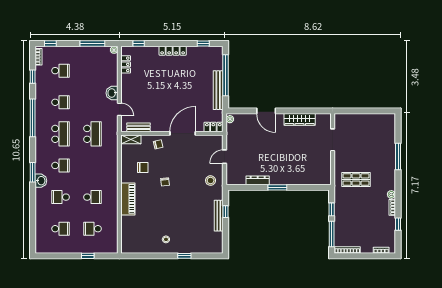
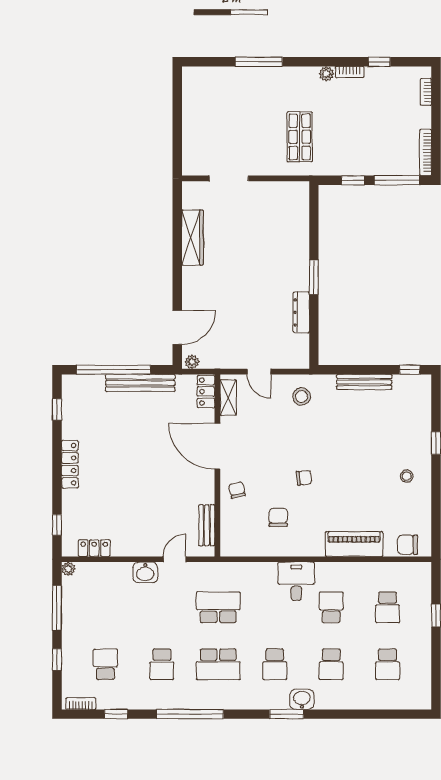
window: (50, 44) -> (57, 660), moved
school desk: (61, 102) -> (162, 664), turned 180
door: (266, 111) -> (177, 327), moved
school desk: (61, 134) -> (218, 664), turned 180
shelving: (131, 139) -> (228, 397), moved
school desk: (61, 165) -> (275, 664), turned 180
desk: (107, 178) -> (296, 581), added
piano: (128, 199) -> (354, 544), moved
window: (226, 212) -> (410, 370), moved
school desk: (61, 229) -> (388, 664), turned 180
chair: (127, 240) -> (408, 545), added

